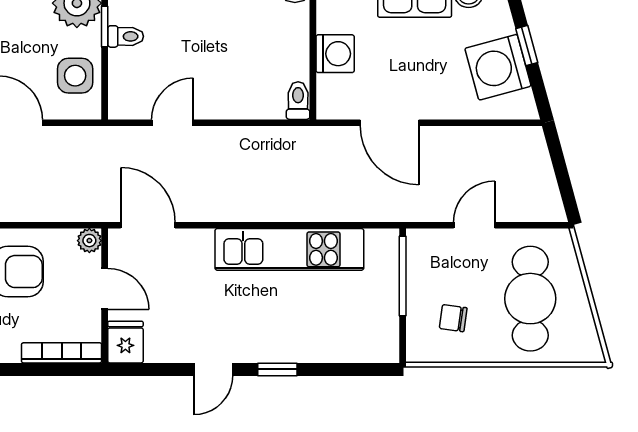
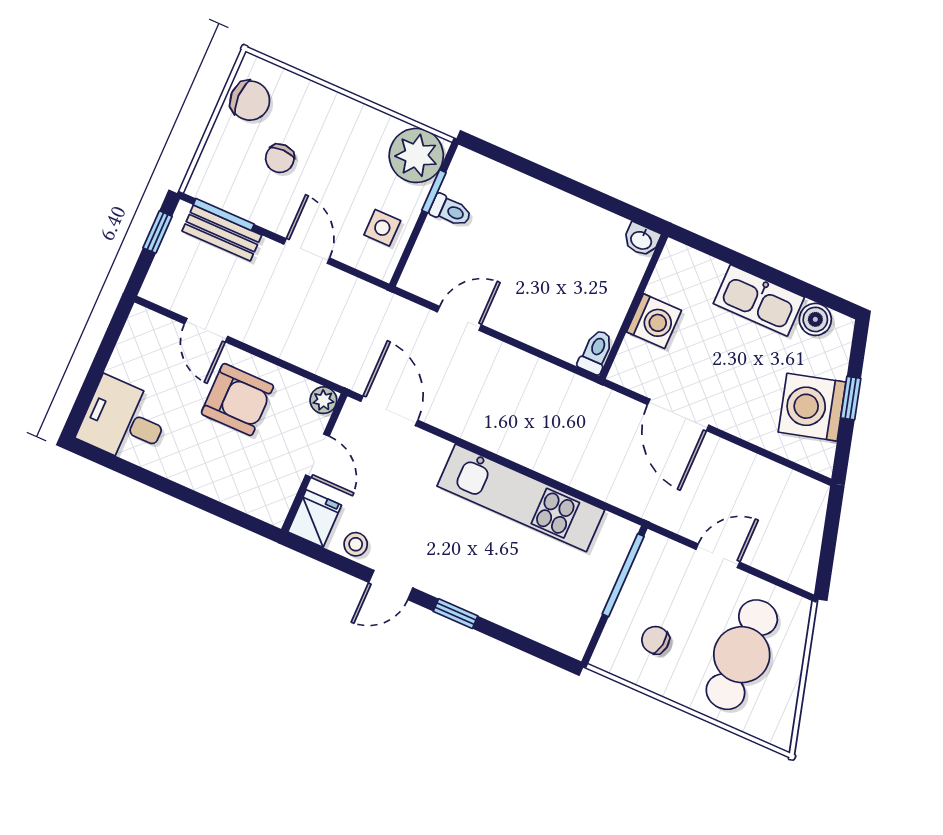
side table: (75, 76) -> (382, 228), width x0.73, depth x0.73
stool: (169, 348) -> (356, 544), added
bookcase: (62, 353) -> (245, 501), removed

